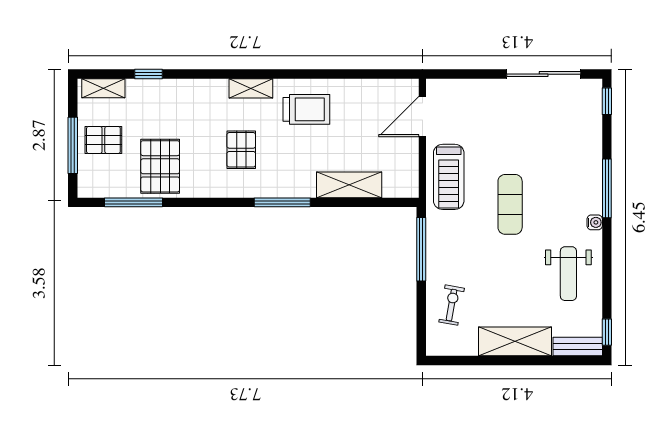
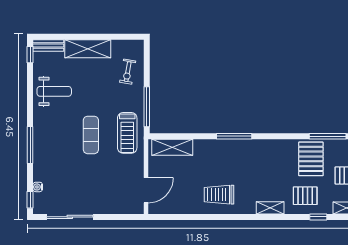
shelving: (251, 88) -> (270, 208), moved
pallet: (241, 150) -> (305, 196), moved, turned 90
treadmill: (449, 177) -> (127, 133), moved, turned 180
shelving: (349, 185) -> (172, 147), moved
water cooler: (595, 222) -> (38, 187), moved
weight bench: (568, 274) -> (54, 91), turned 90

